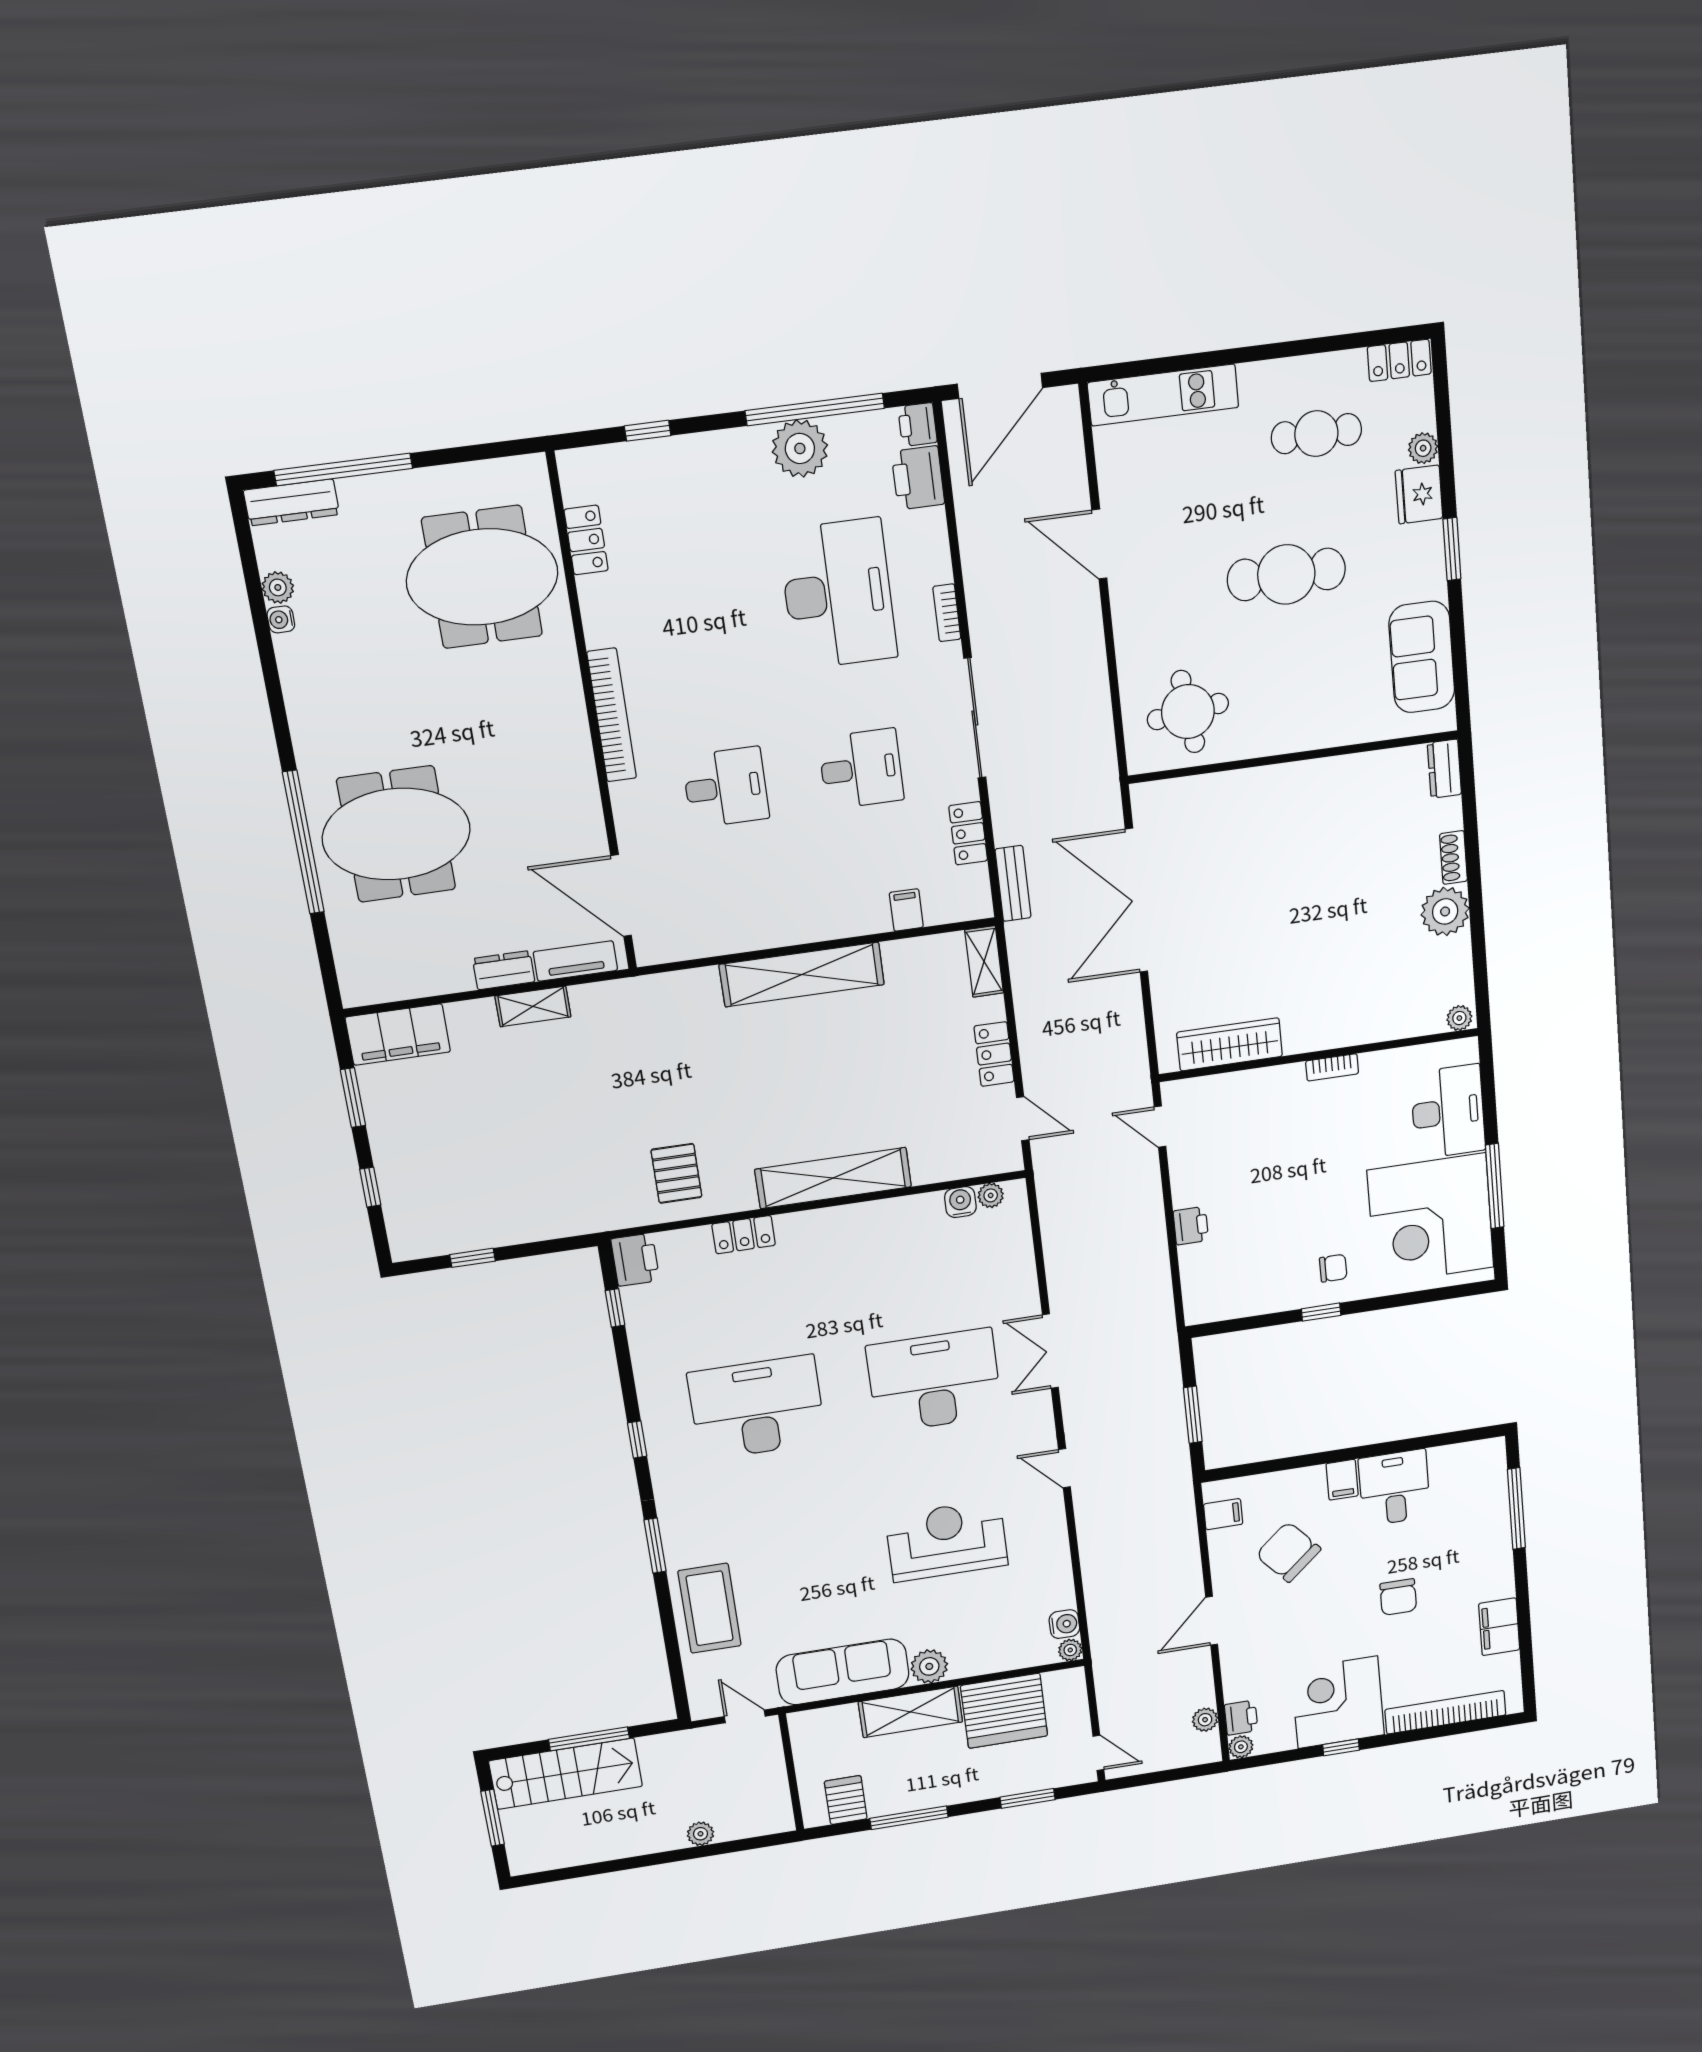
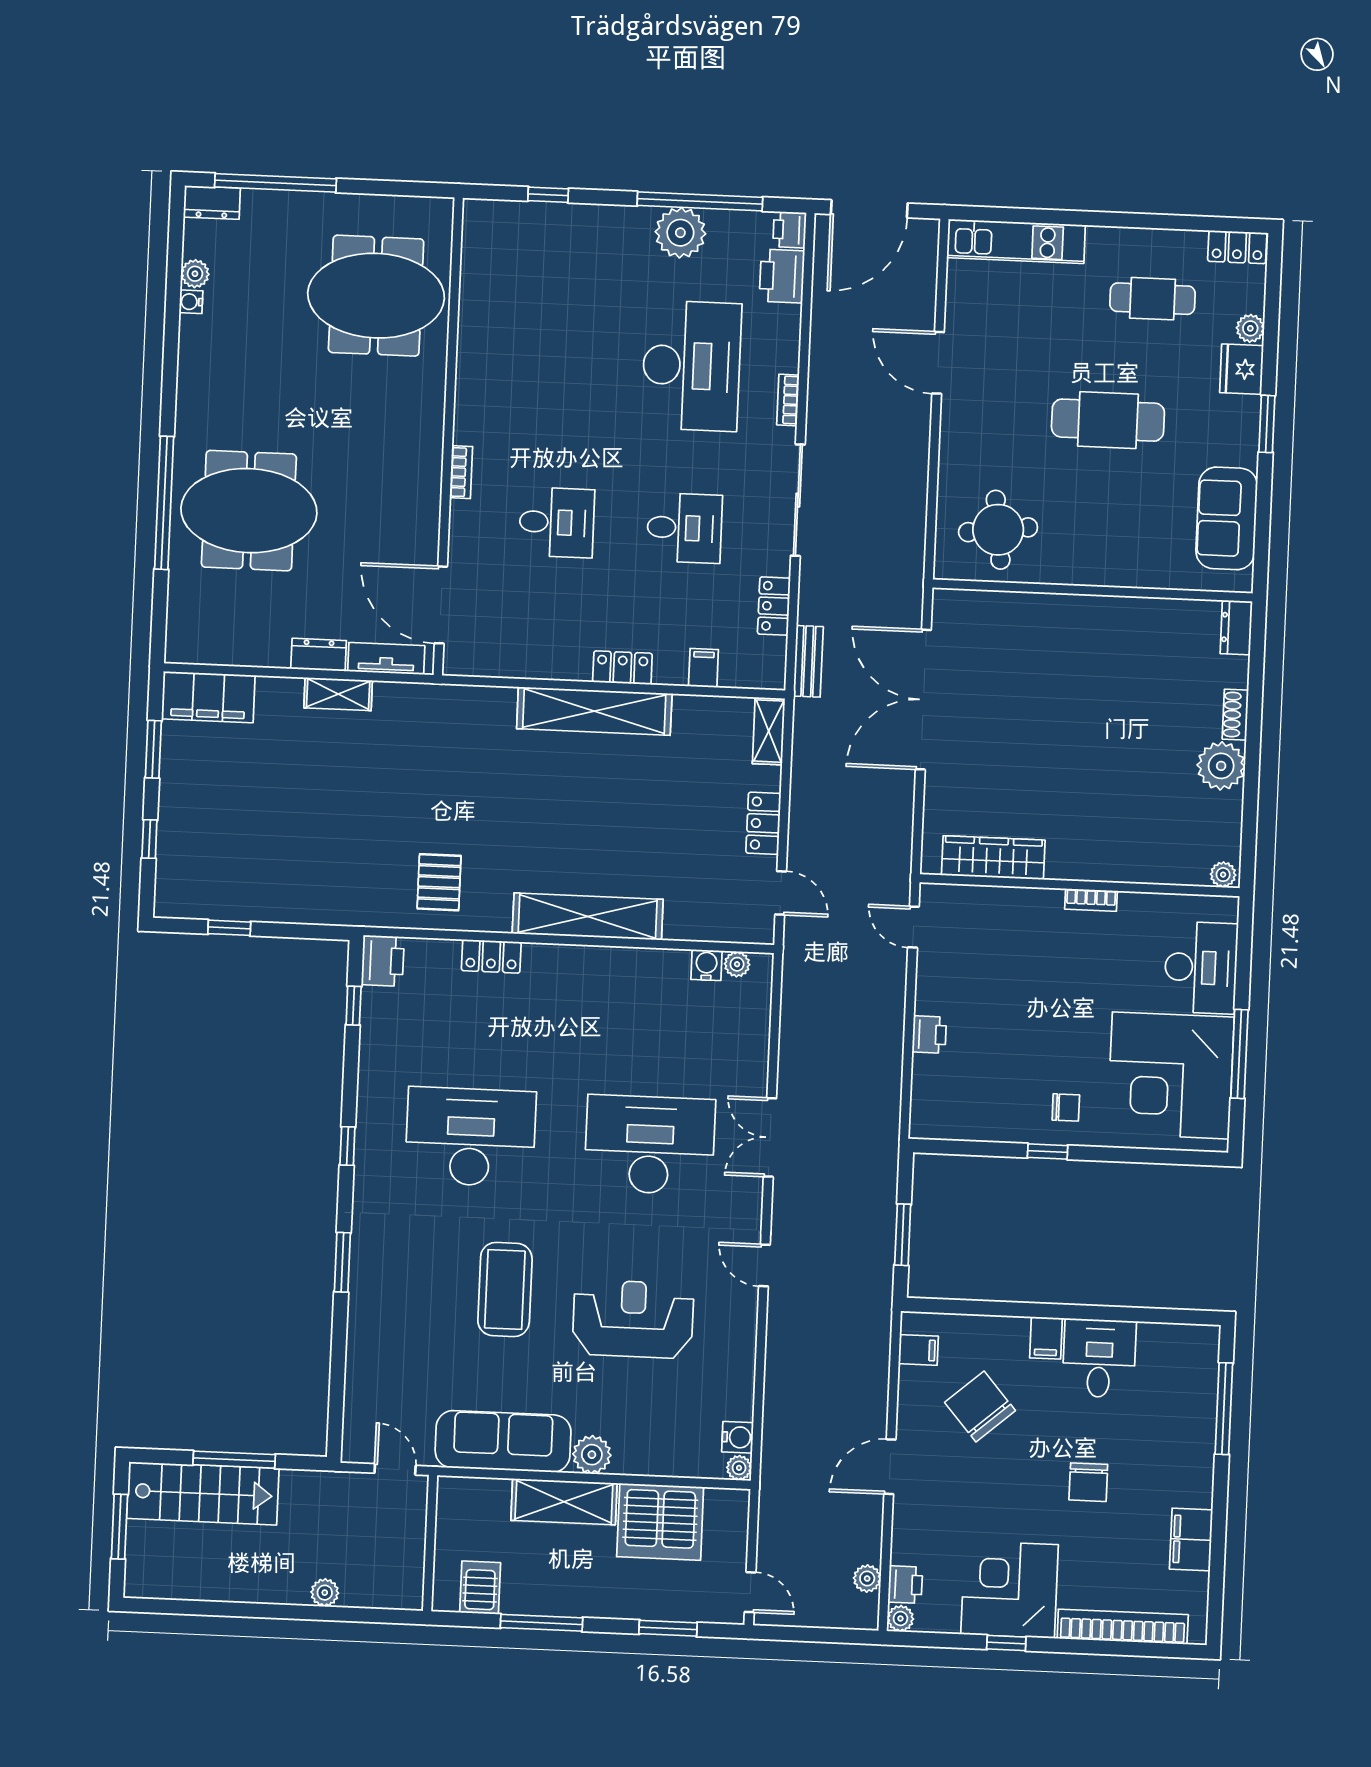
dresser: (291, 502) -> (212, 203), width x0.70
locker: (586, 540) -> (622, 668), moved, turned -90
bookcase: (612, 715) -> (461, 472), width x0.43, depth x0.76
coffee table: (710, 1608) -> (505, 1289), moved

